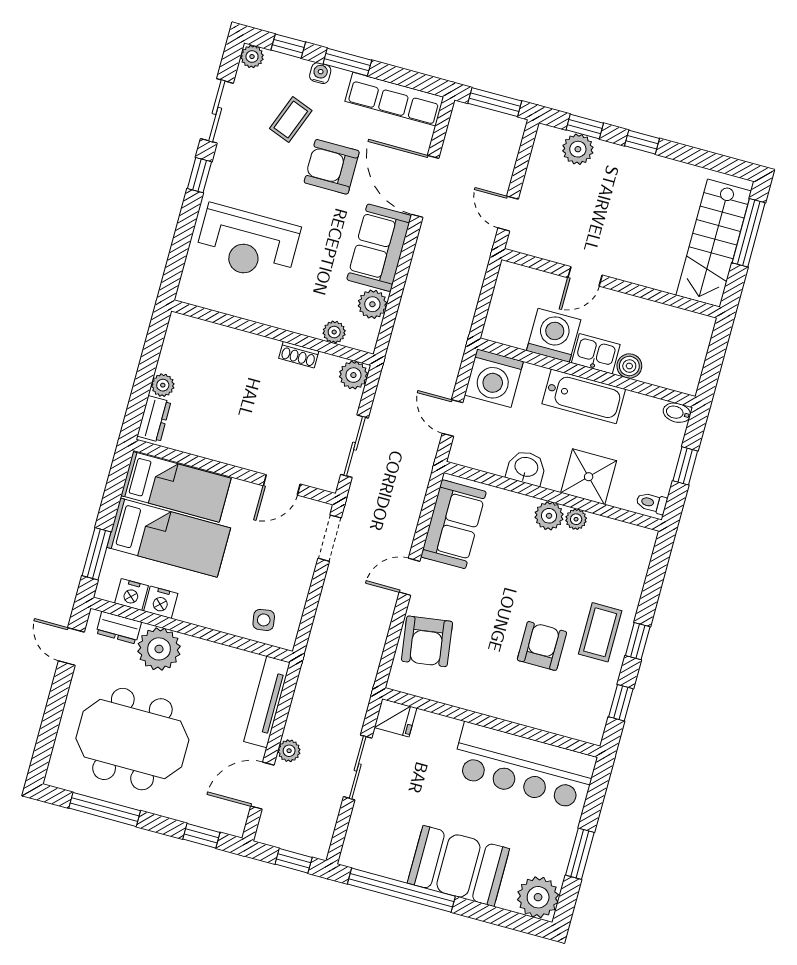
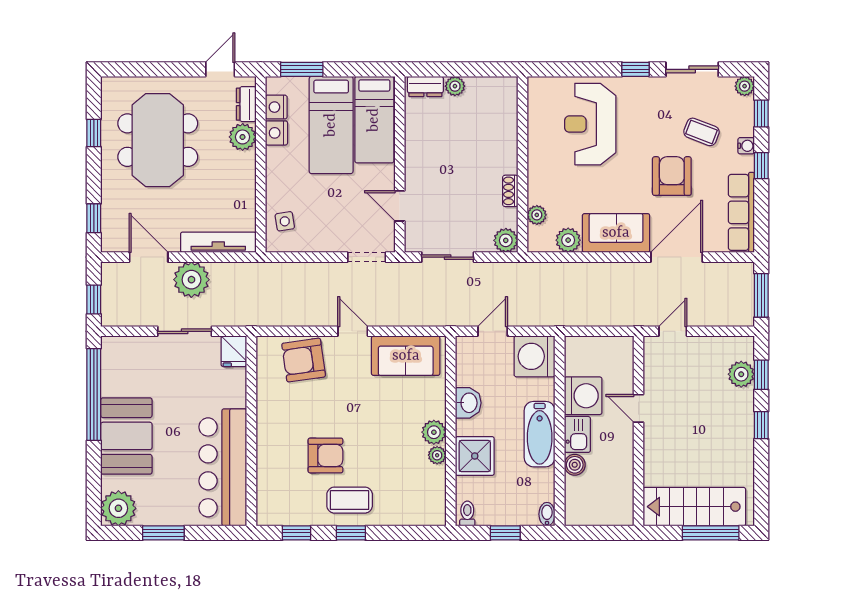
window: (347, 62) -> (761, 166), width x0.67
plant: (159, 649) -> (243, 137), width x0.73, depth x0.73
plant: (289, 751) -> (191, 280), width x1.88, depth x1.88
window: (105, 809) -> (94, 133), width x0.46

